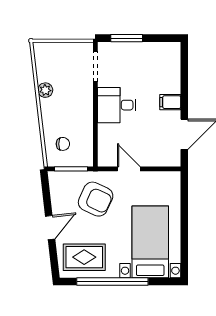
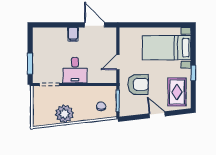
plant: (45, 90) -> (64, 114), width x1.88, depth x1.88
armchair: (96, 199) -> (138, 84), turned 65
window: (112, 281) -> (193, 73), width x0.32

